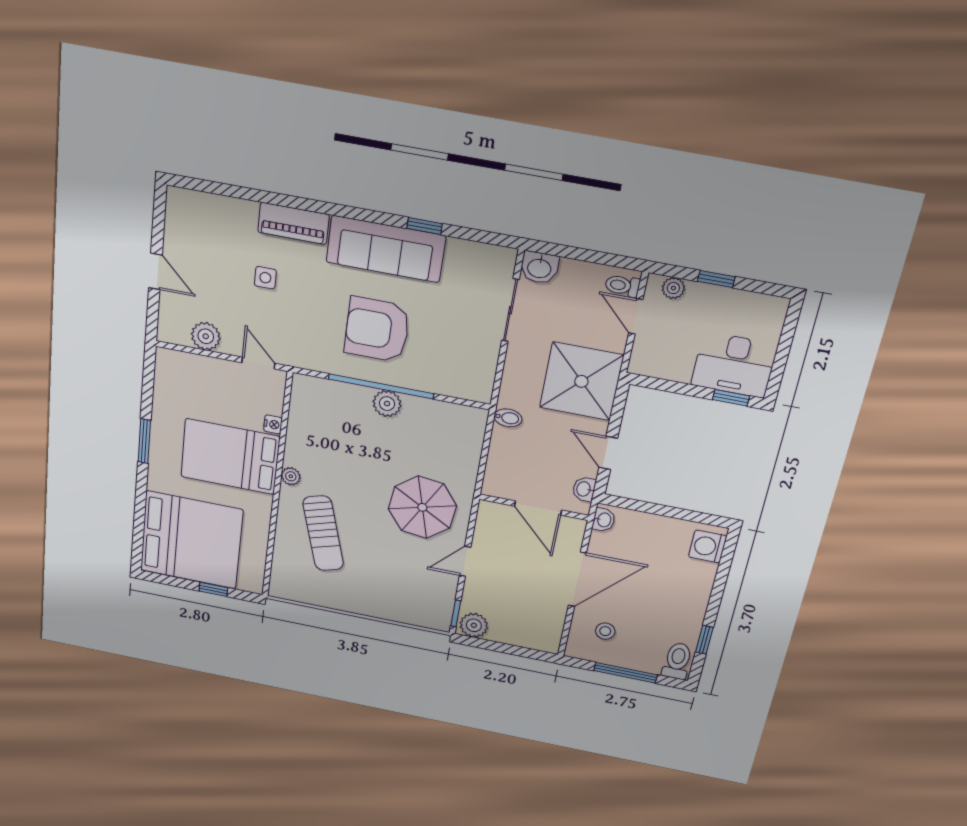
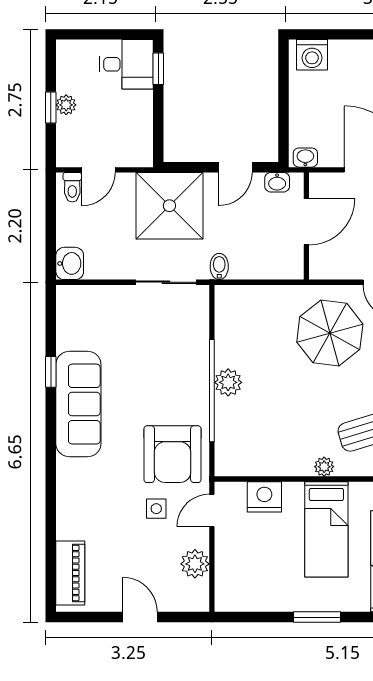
piano: (293, 223) -> (70, 573), moved
door: (155, 271) -> (140, 617), hinge flipped
side table: (265, 278) -> (156, 509), moved
plant: (673, 288) -> (66, 105), moved
sliding door: (510, 310) -> (166, 282), moved
armchair: (377, 330) -> (173, 454), moved
desk: (734, 365) -> (126, 64), width x0.73
nightstand: (273, 424) -> (264, 497), width x1.89, depth x1.79
bed: (230, 457) -> (326, 529), width x0.67

